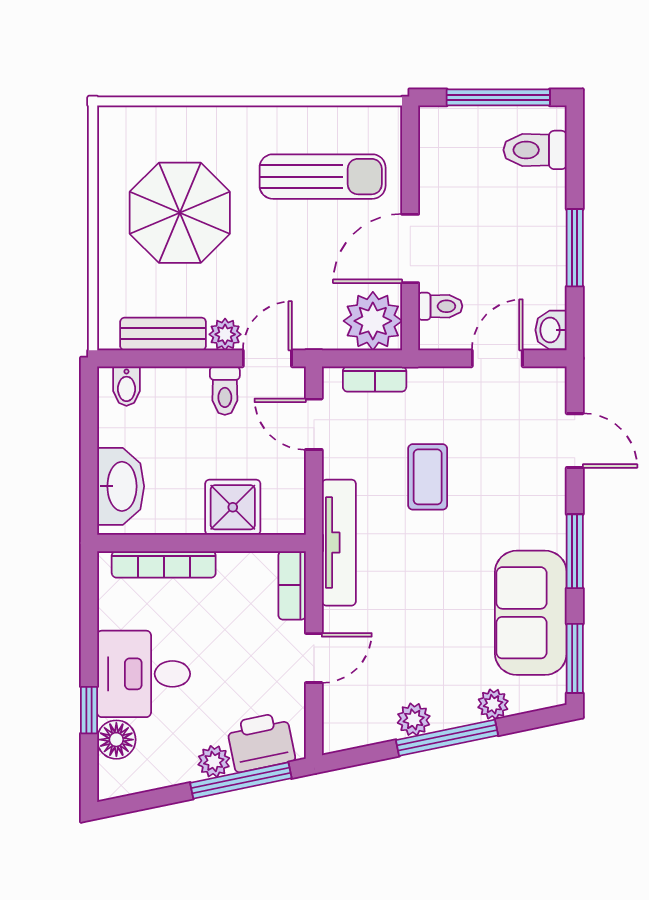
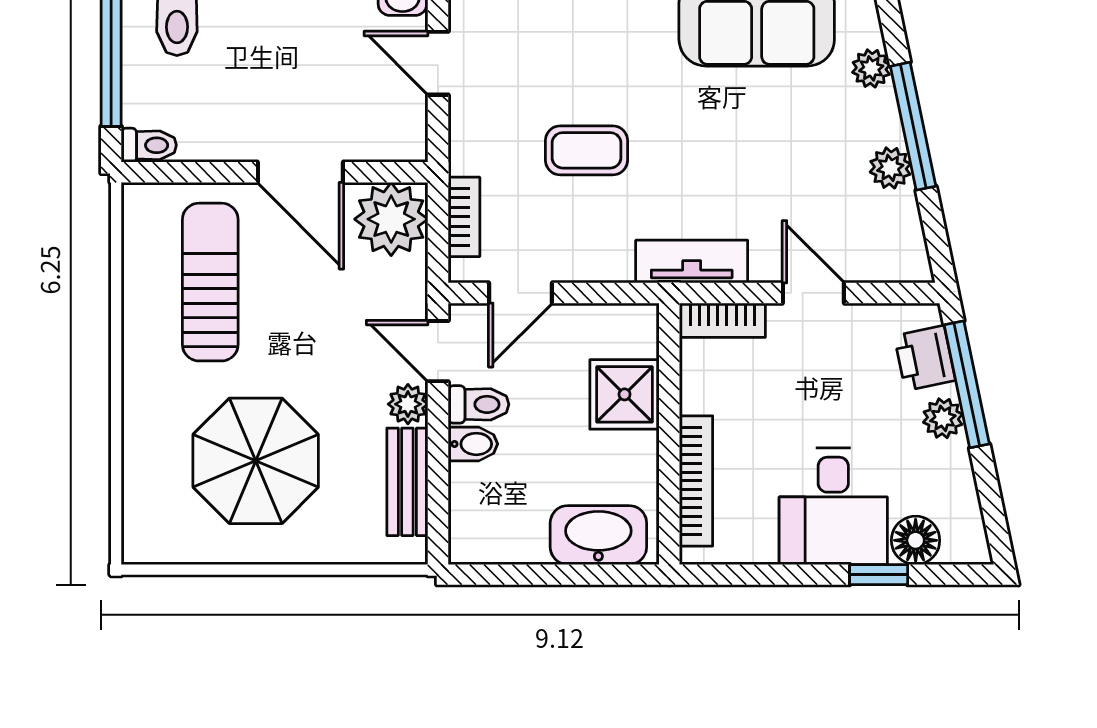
toilet: (440, 306) -> (149, 145), moved, turned 90
bidet: (126, 386) -> (473, 444), moved
tv unit: (339, 543) -> (692, 262), width x0.71
printer: (261, 742) -> (925, 358), width x0.73, depth x0.81

